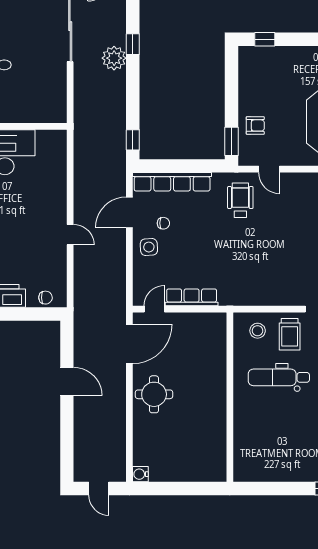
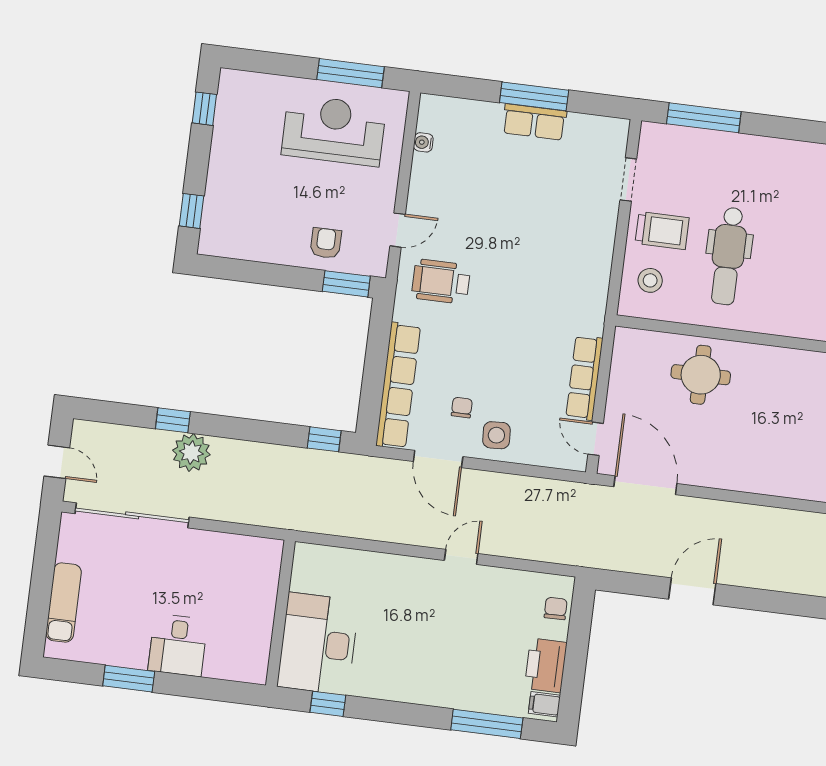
round table: (154, 394) -> (701, 375), moved

